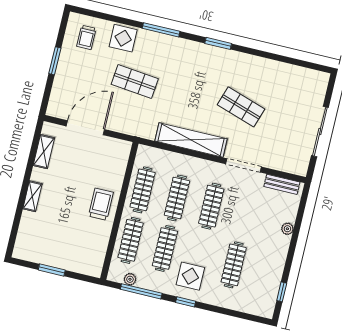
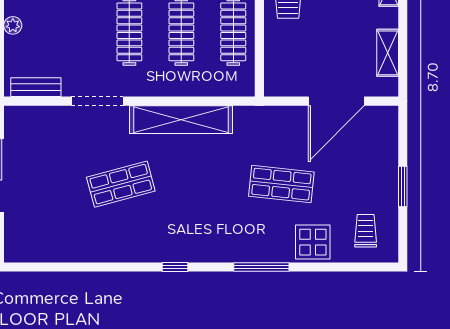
window: (218, 43) -> (175, 267), width x0.67
shop shelf: (241, 107) -> (121, 184), turned -33

